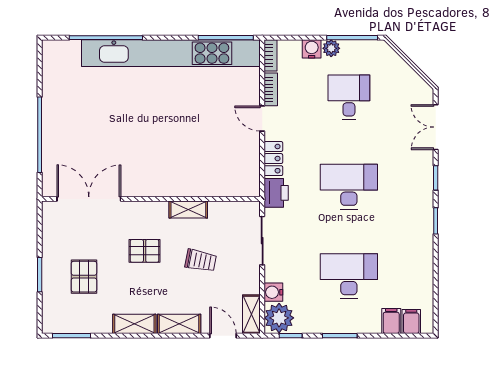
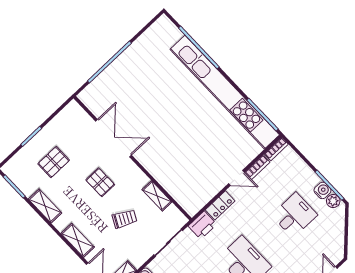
plant: (331, 48) -> (333, 201), moved
water cooler: (312, 49) -> (322, 190), moved
door: (262, 119) -> (237, 178), swing flipped
double door: (89, 199) -> (114, 138), moved
shelving: (188, 209) -> (157, 196), moved
trolley: (201, 261) -> (125, 219), turned -74
shelving: (134, 324) -> (45, 206), moved

